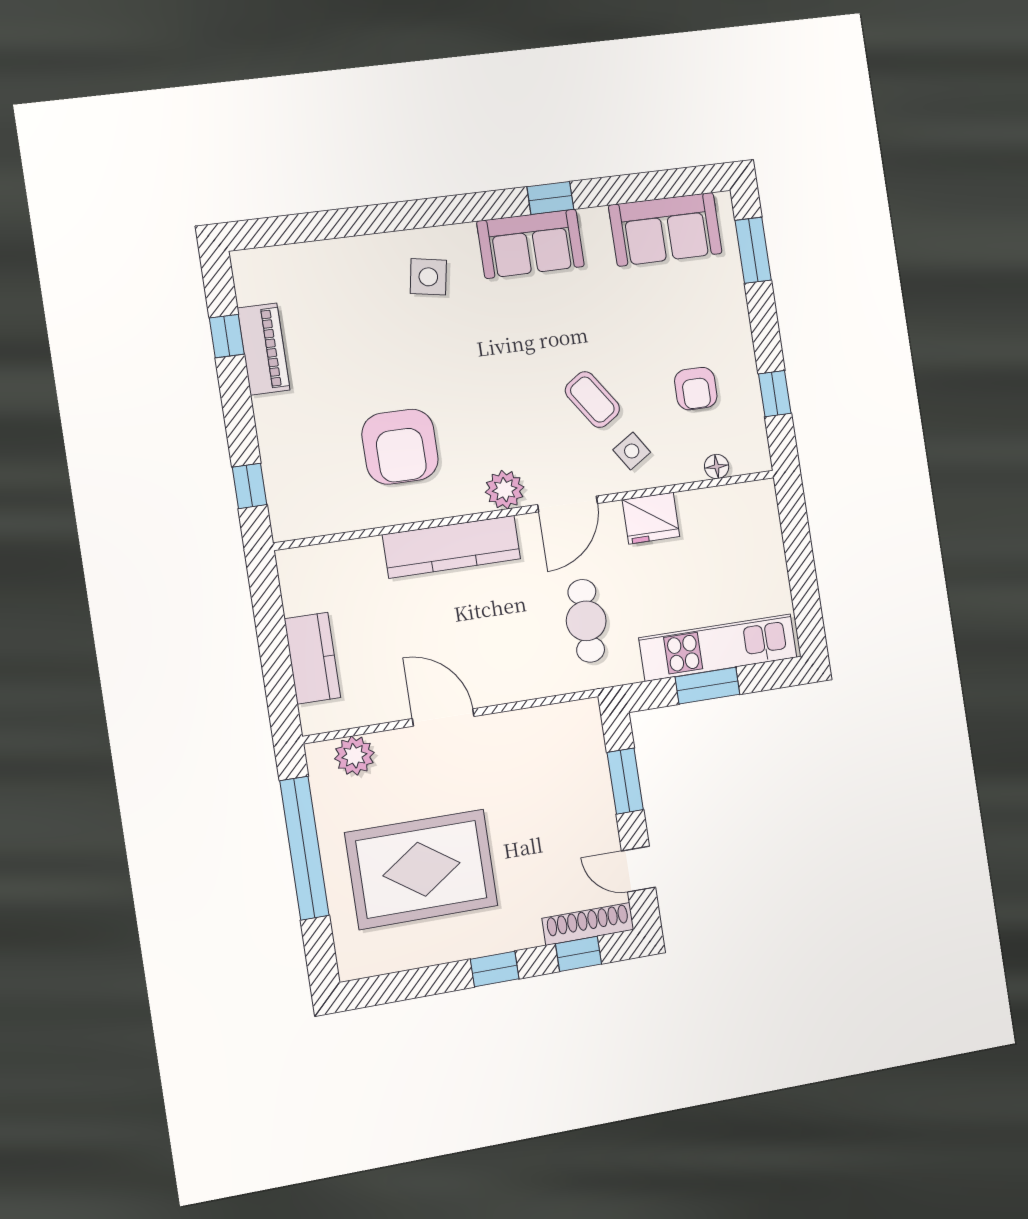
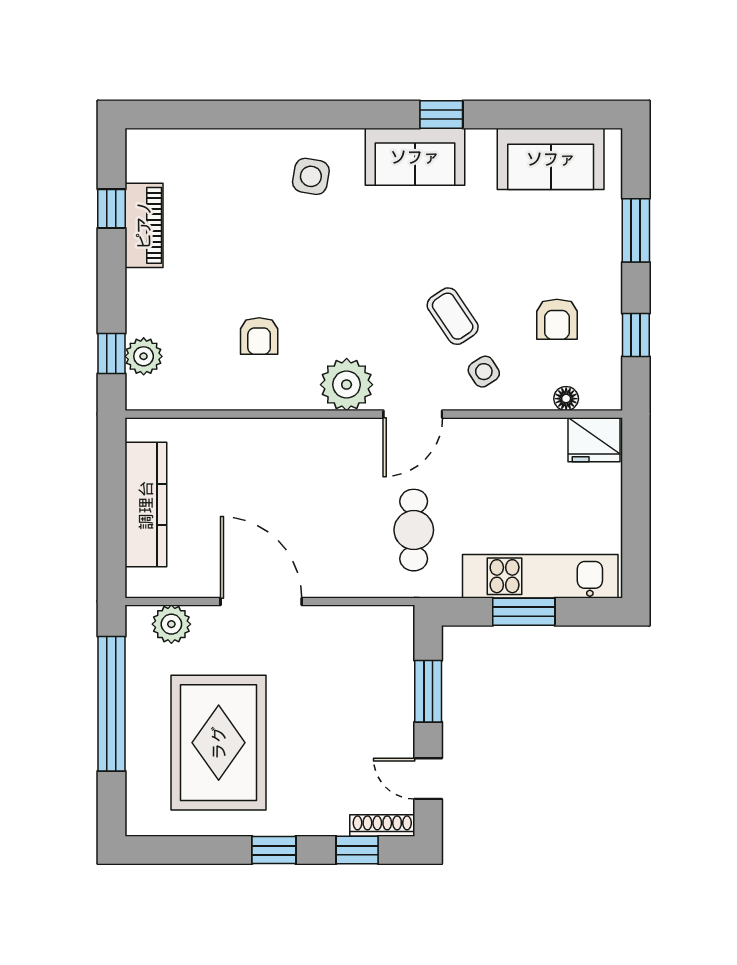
window: (753, 250) -> (636, 230), moved
armchair: (400, 447) -> (259, 336), width x0.53, depth x0.53
plant: (284, 484) -> (144, 356), added
plant: (505, 490) -> (347, 385), width x1.36, depth x1.36
fridge: (651, 518) -> (594, 440), moved
kitchen counter: (452, 547) -> (294, 439), removed
kitchen counter: (312, 658) -> (146, 505), width x1.50
door: (443, 718) -> (261, 601), width x1.36
rug: (421, 869) -> (219, 743), turned 90
shoe rack: (588, 924) -> (382, 825), width x0.74, depth x0.81

